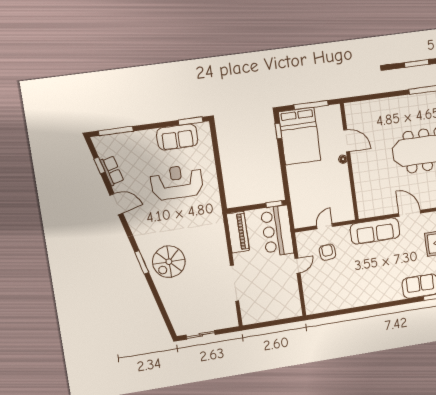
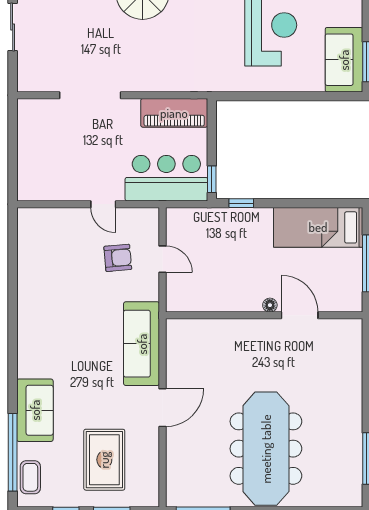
window: (278, 131) -> (241, 203), moved
bed: (300, 136) -> (318, 227), width x0.67
sofa: (177, 137) -> (344, 60), moved
door: (347, 141) -> (300, 315), swing flipped

